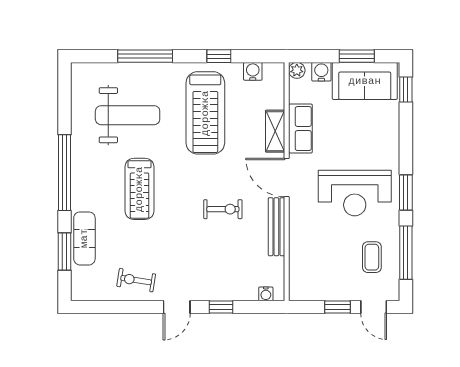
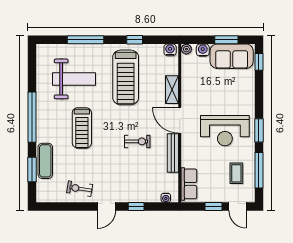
water cooler: (253, 71) -> (170, 50), moved
row of seats: (300, 129) -> (189, 184), moved

